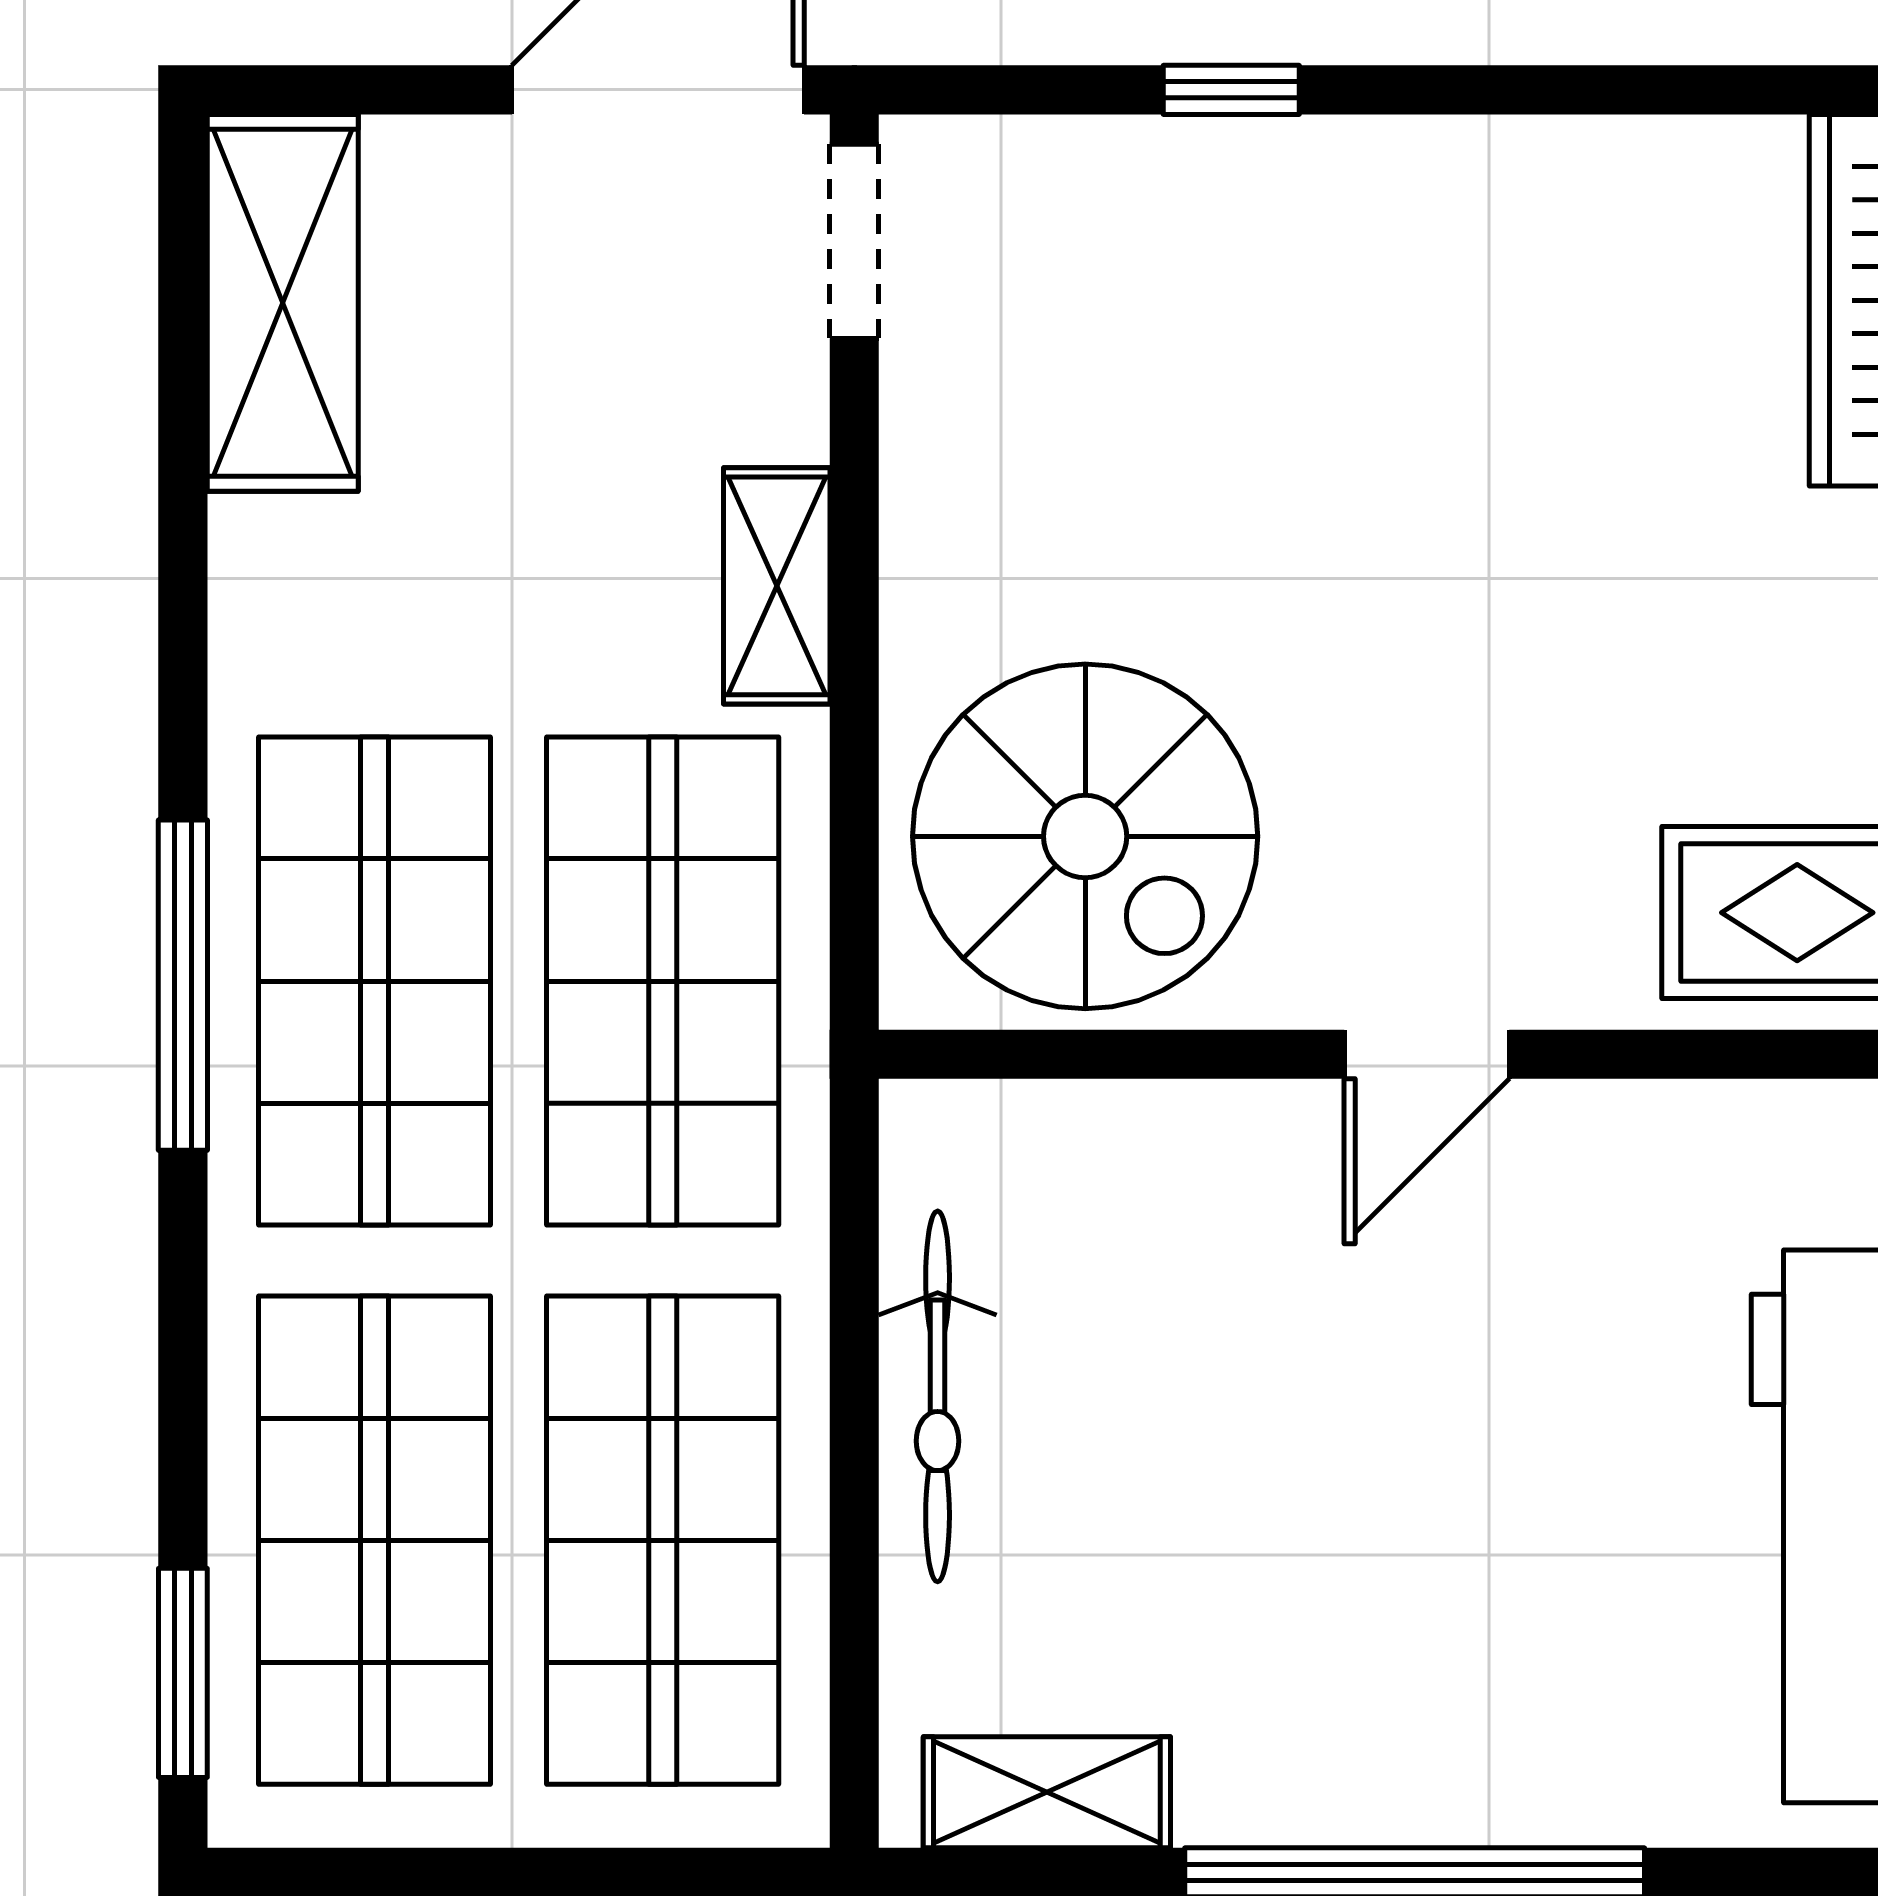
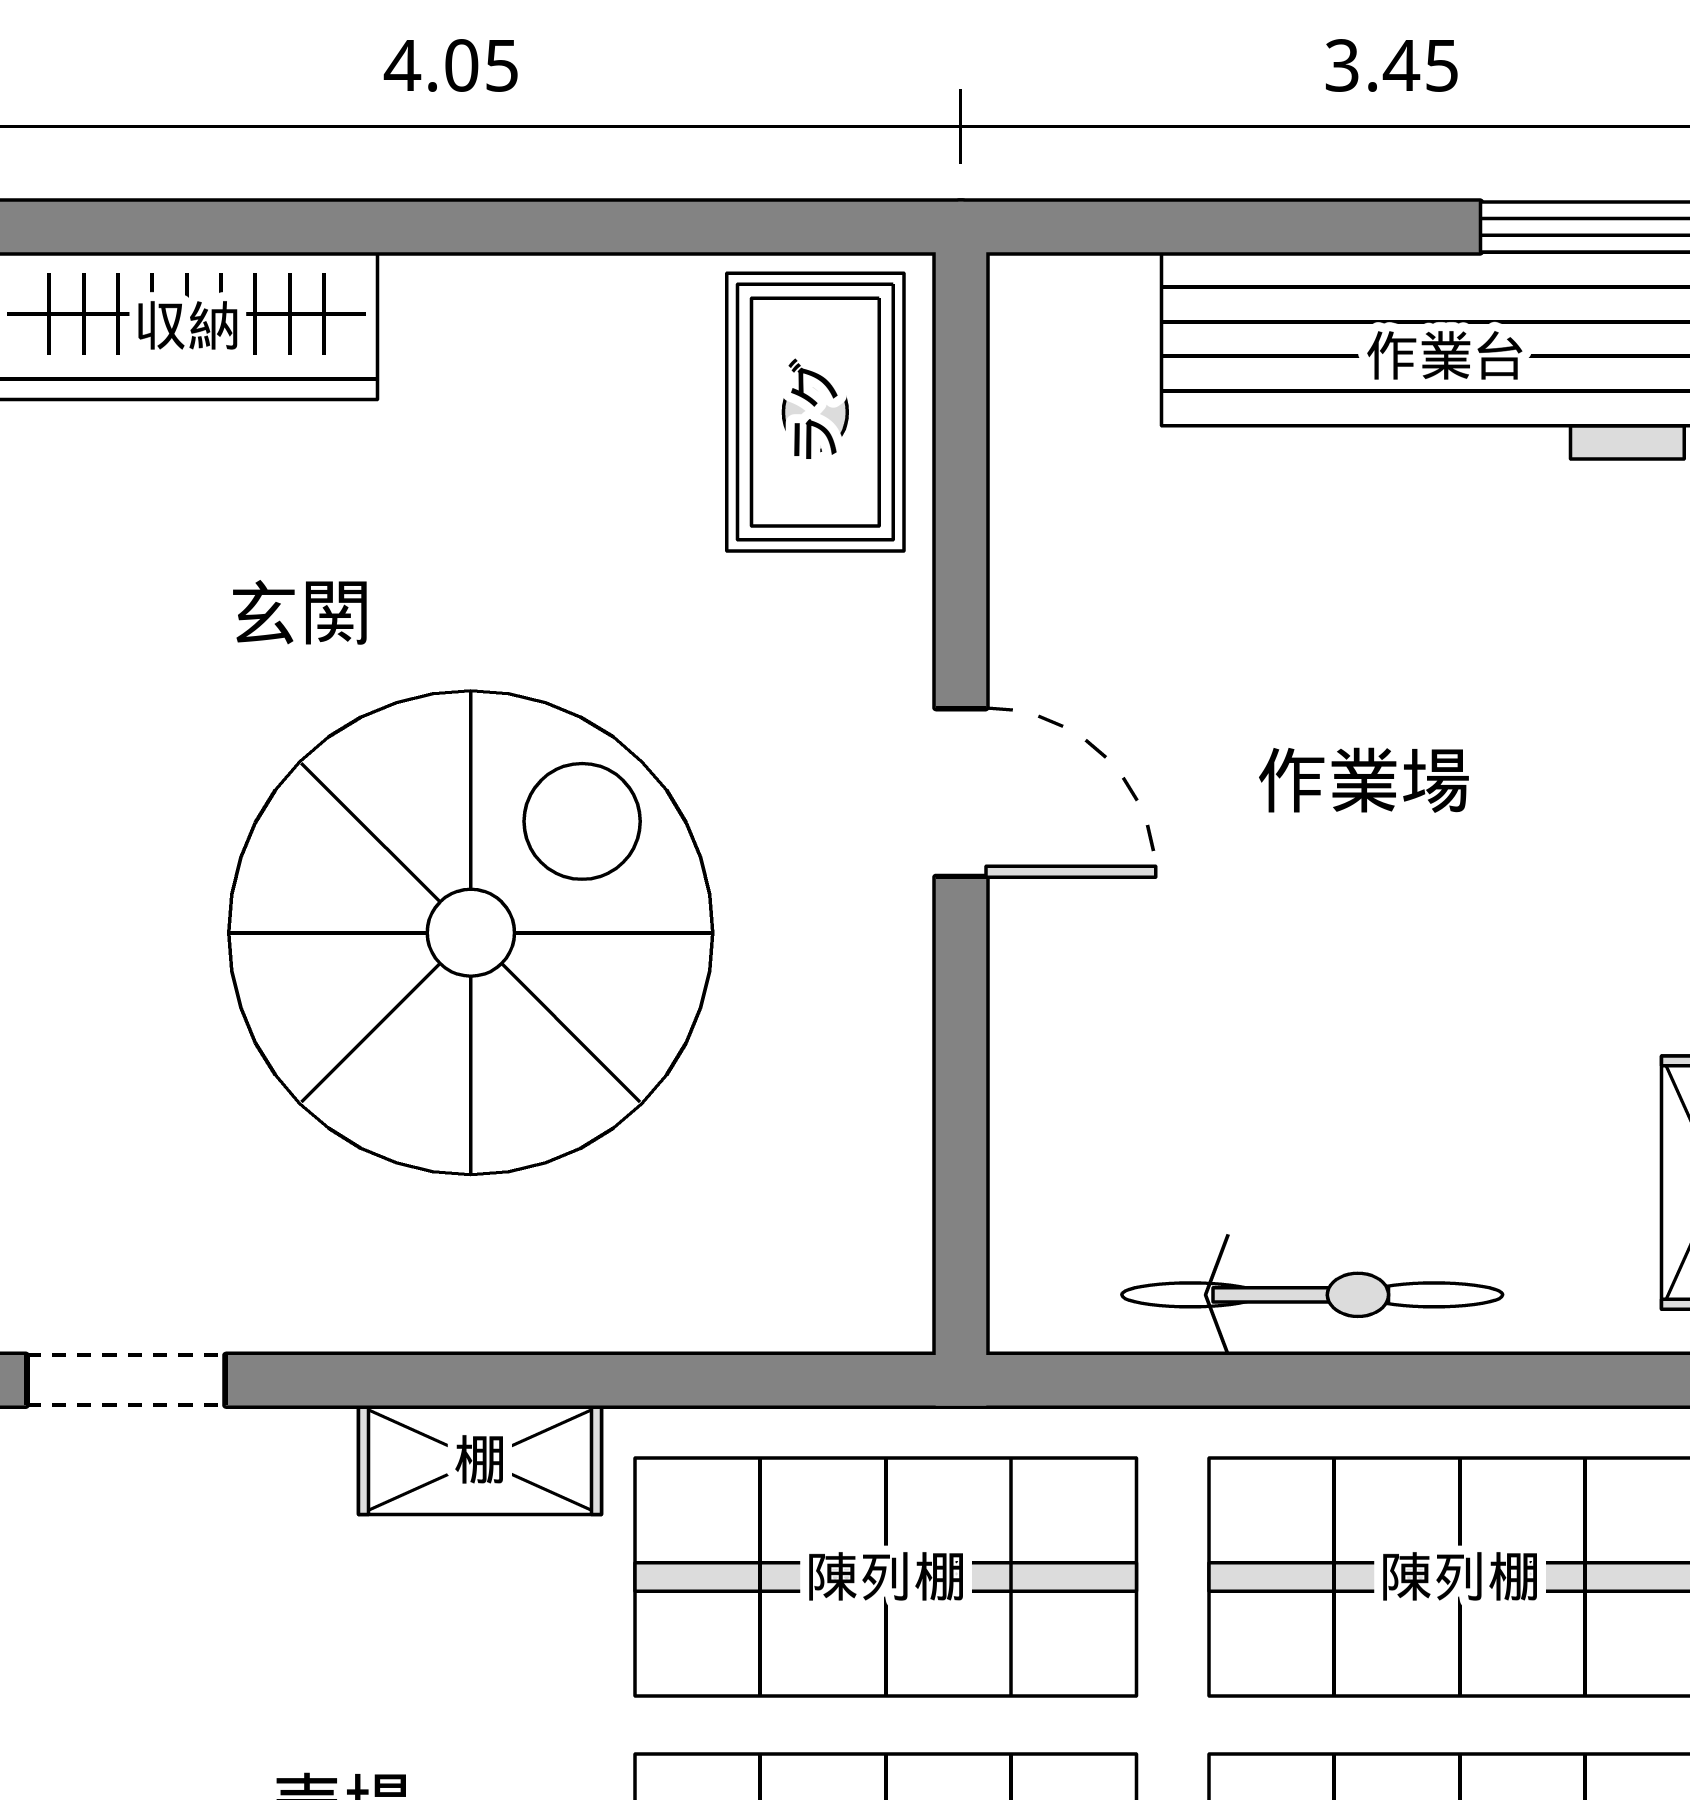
spiral stairs: (1085, 836) -> (471, 933), moved, width x1.37, depth x1.37

